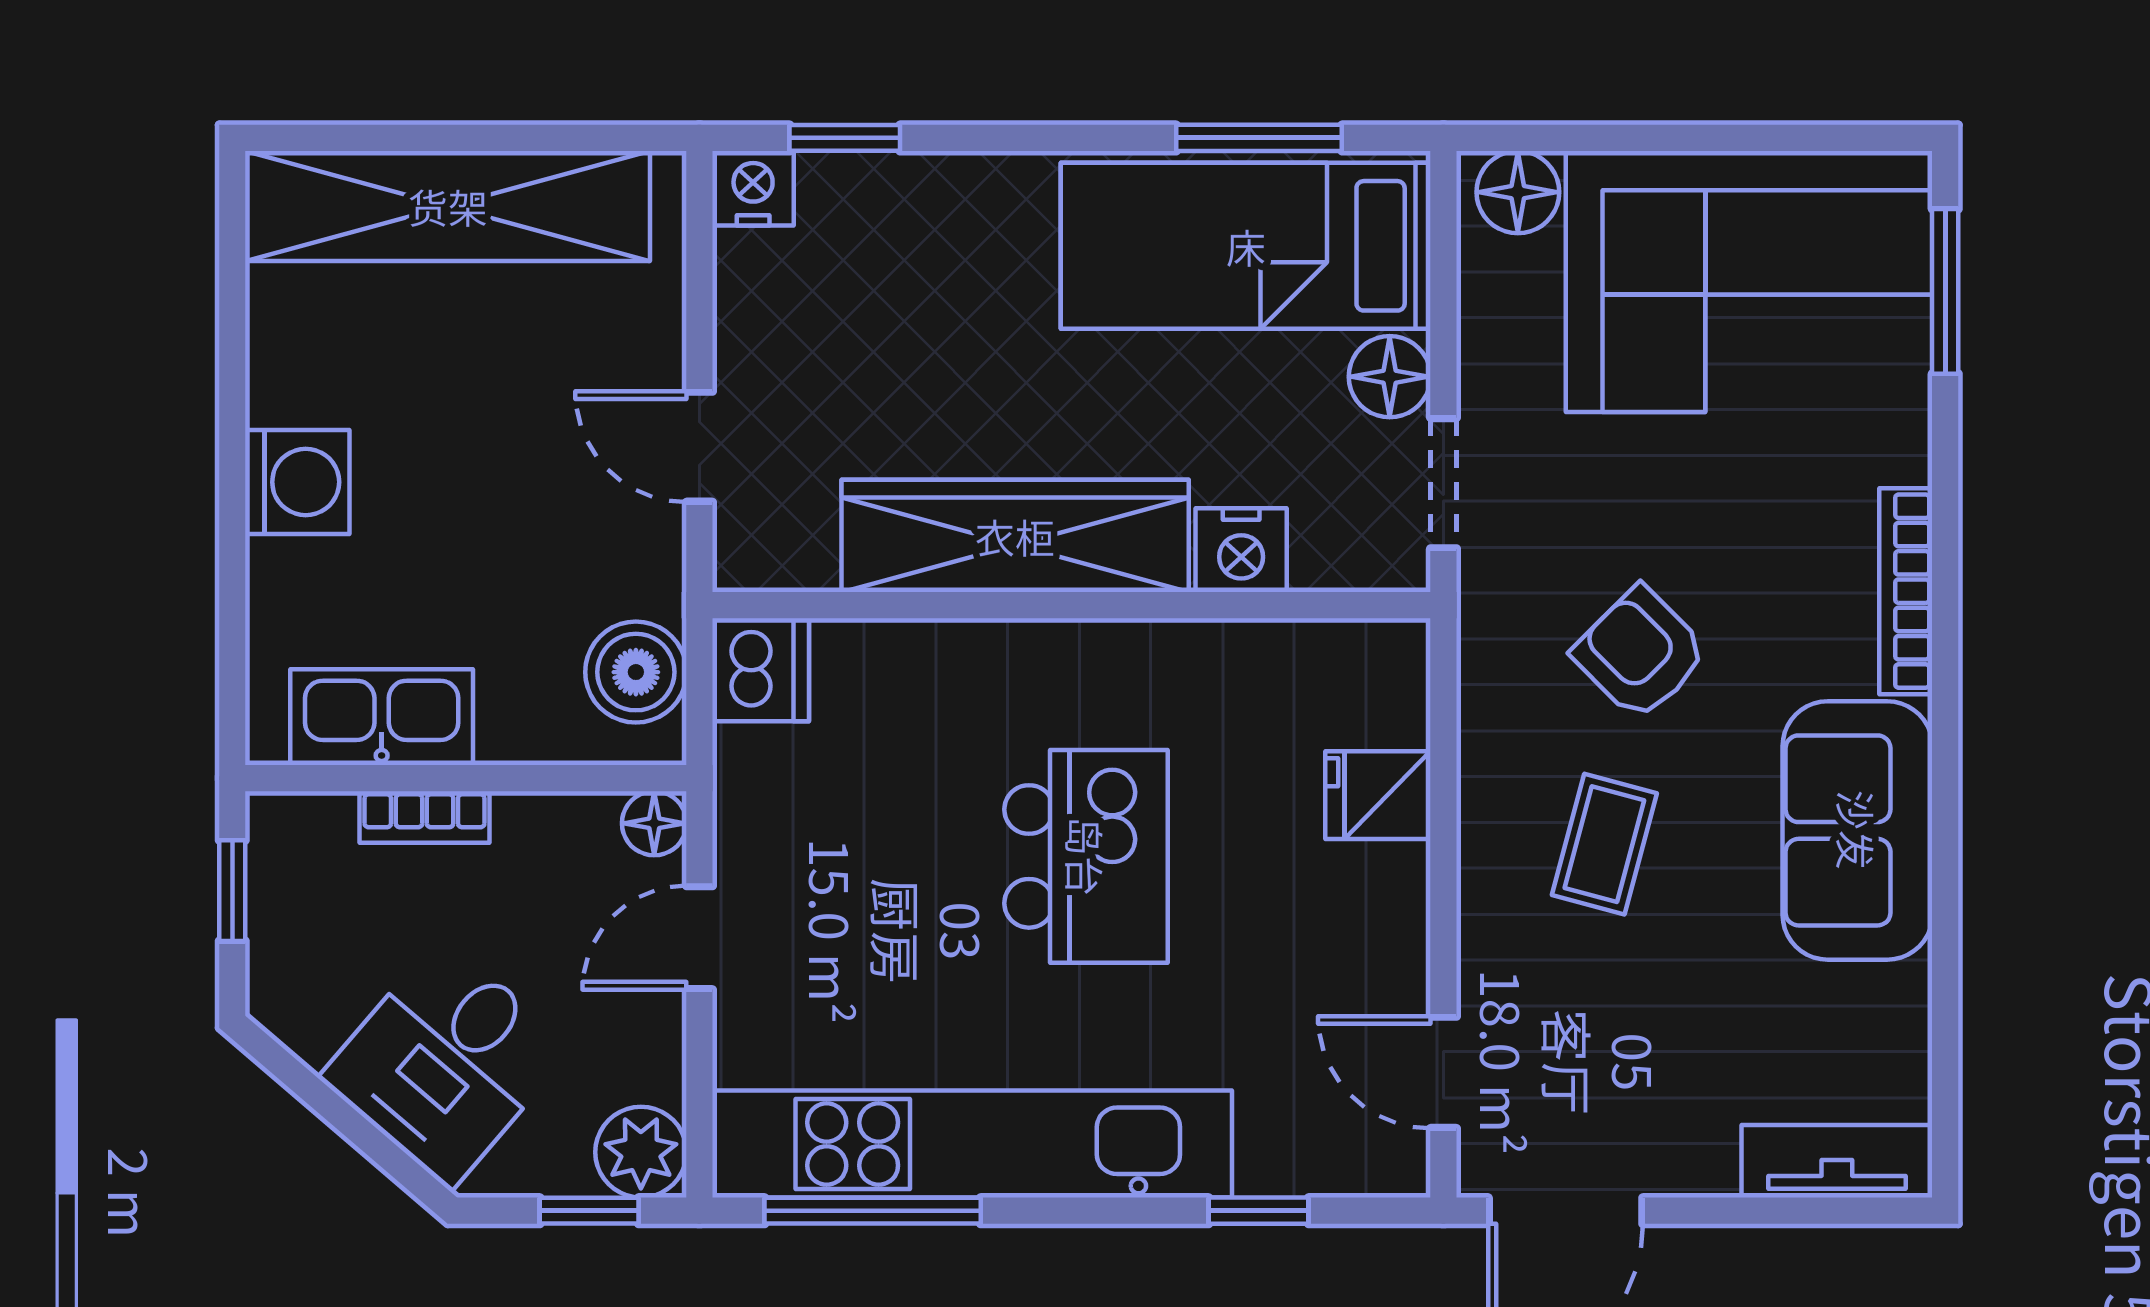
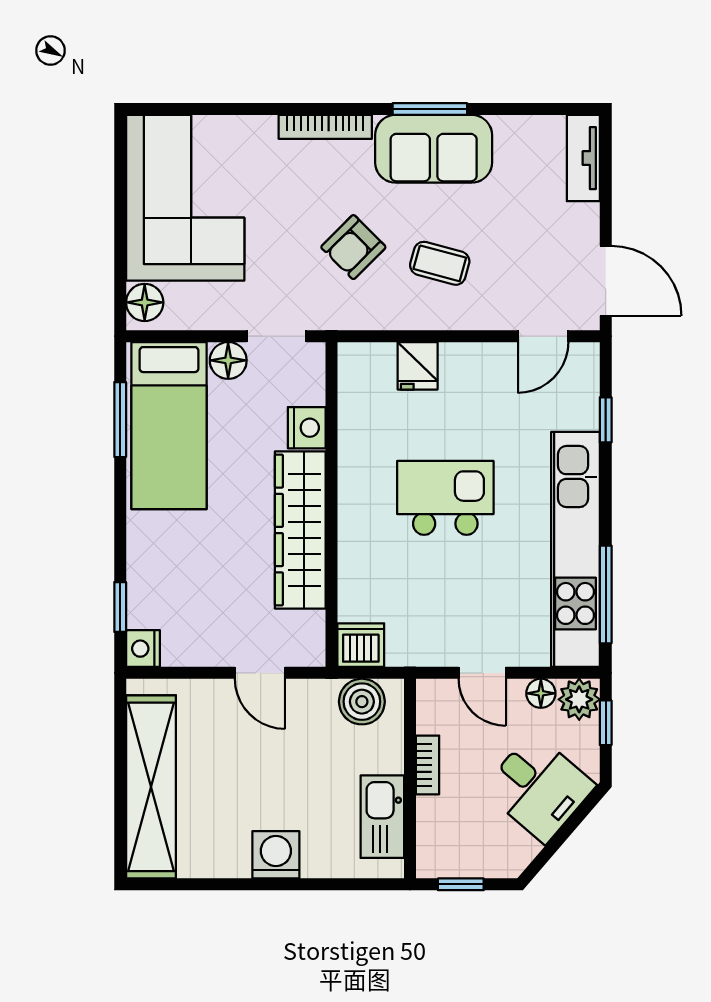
window: (1945, 291) -> (430, 109), moved
door: (699, 447) -> (260, 673), hinge flipped
bookcase: (425, 817) -> (427, 765), moved
floor lamp: (654, 823) -> (541, 693), moved

